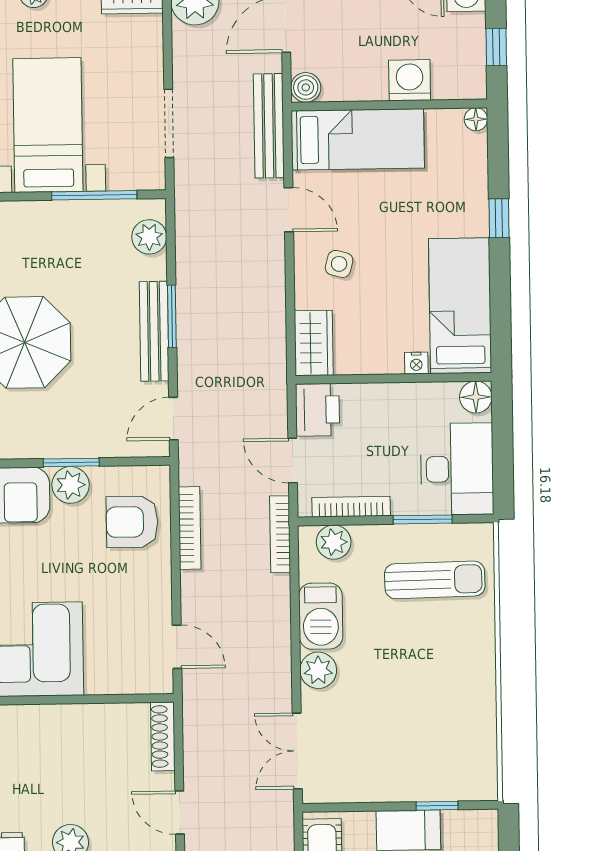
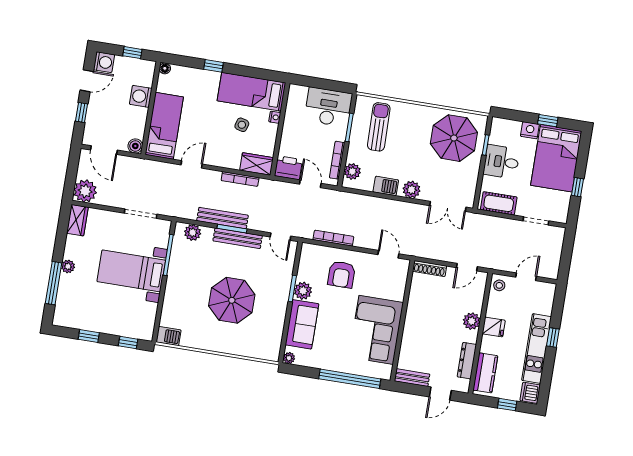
bench: (269, 126) -> (223, 218), moved
side table: (339, 264) -> (242, 125), moved
floor lamp: (476, 397) -> (296, 92), removed
door: (293, 461) -> (310, 184), swing flipped
armchair: (132, 522) -> (341, 274), moved
bookcase: (280, 534) -> (240, 179), moved
barbecue: (321, 616) -> (386, 186), width x0.73, depth x0.79
door: (177, 647) -> (388, 254), hinge flipped
parasol: (440, 738) -> (454, 138), added

